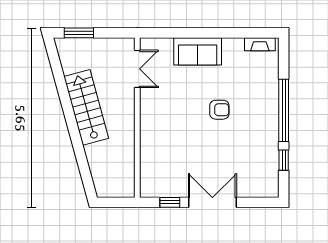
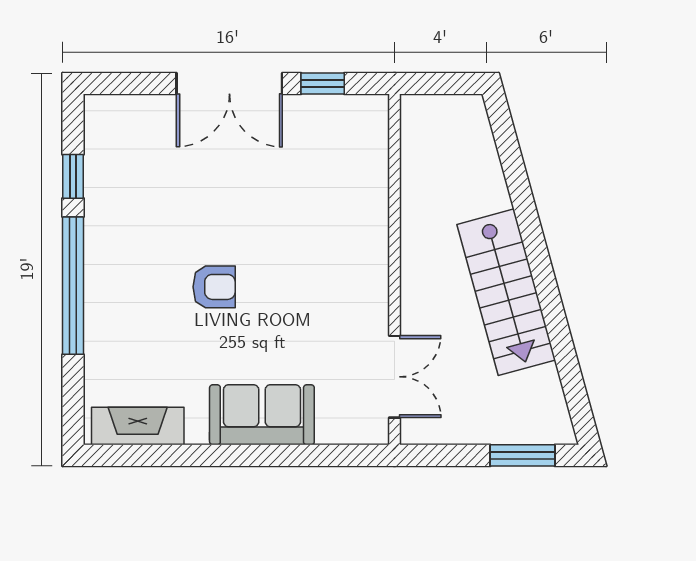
fireplace: (260, 44) -> (138, 426), width x1.37, depth x1.32
double door: (137, 69) -> (394, 377), swing flipped
armchair: (219, 110) -> (214, 287), turned 180

